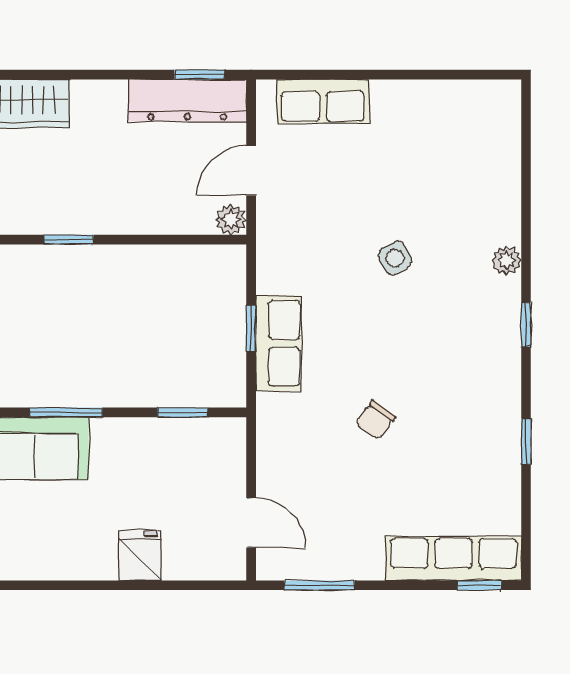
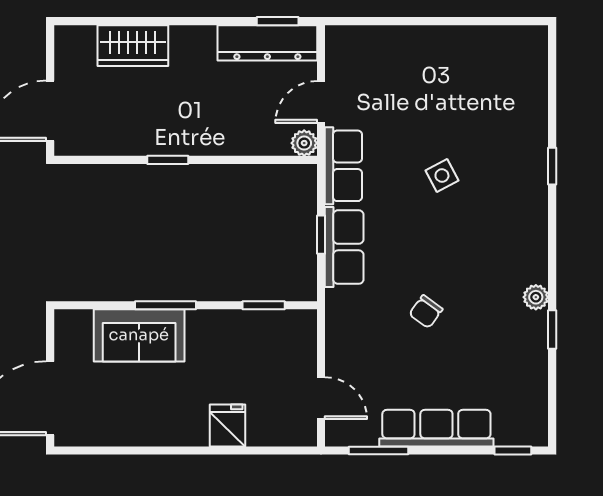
row of seats: (323, 101) -> (343, 166), moved, turned -90
plant: (507, 260) -> (536, 297), moved
window: (526, 325) -> (552, 166), moved
row of seats: (454, 559) -> (436, 428), moved

